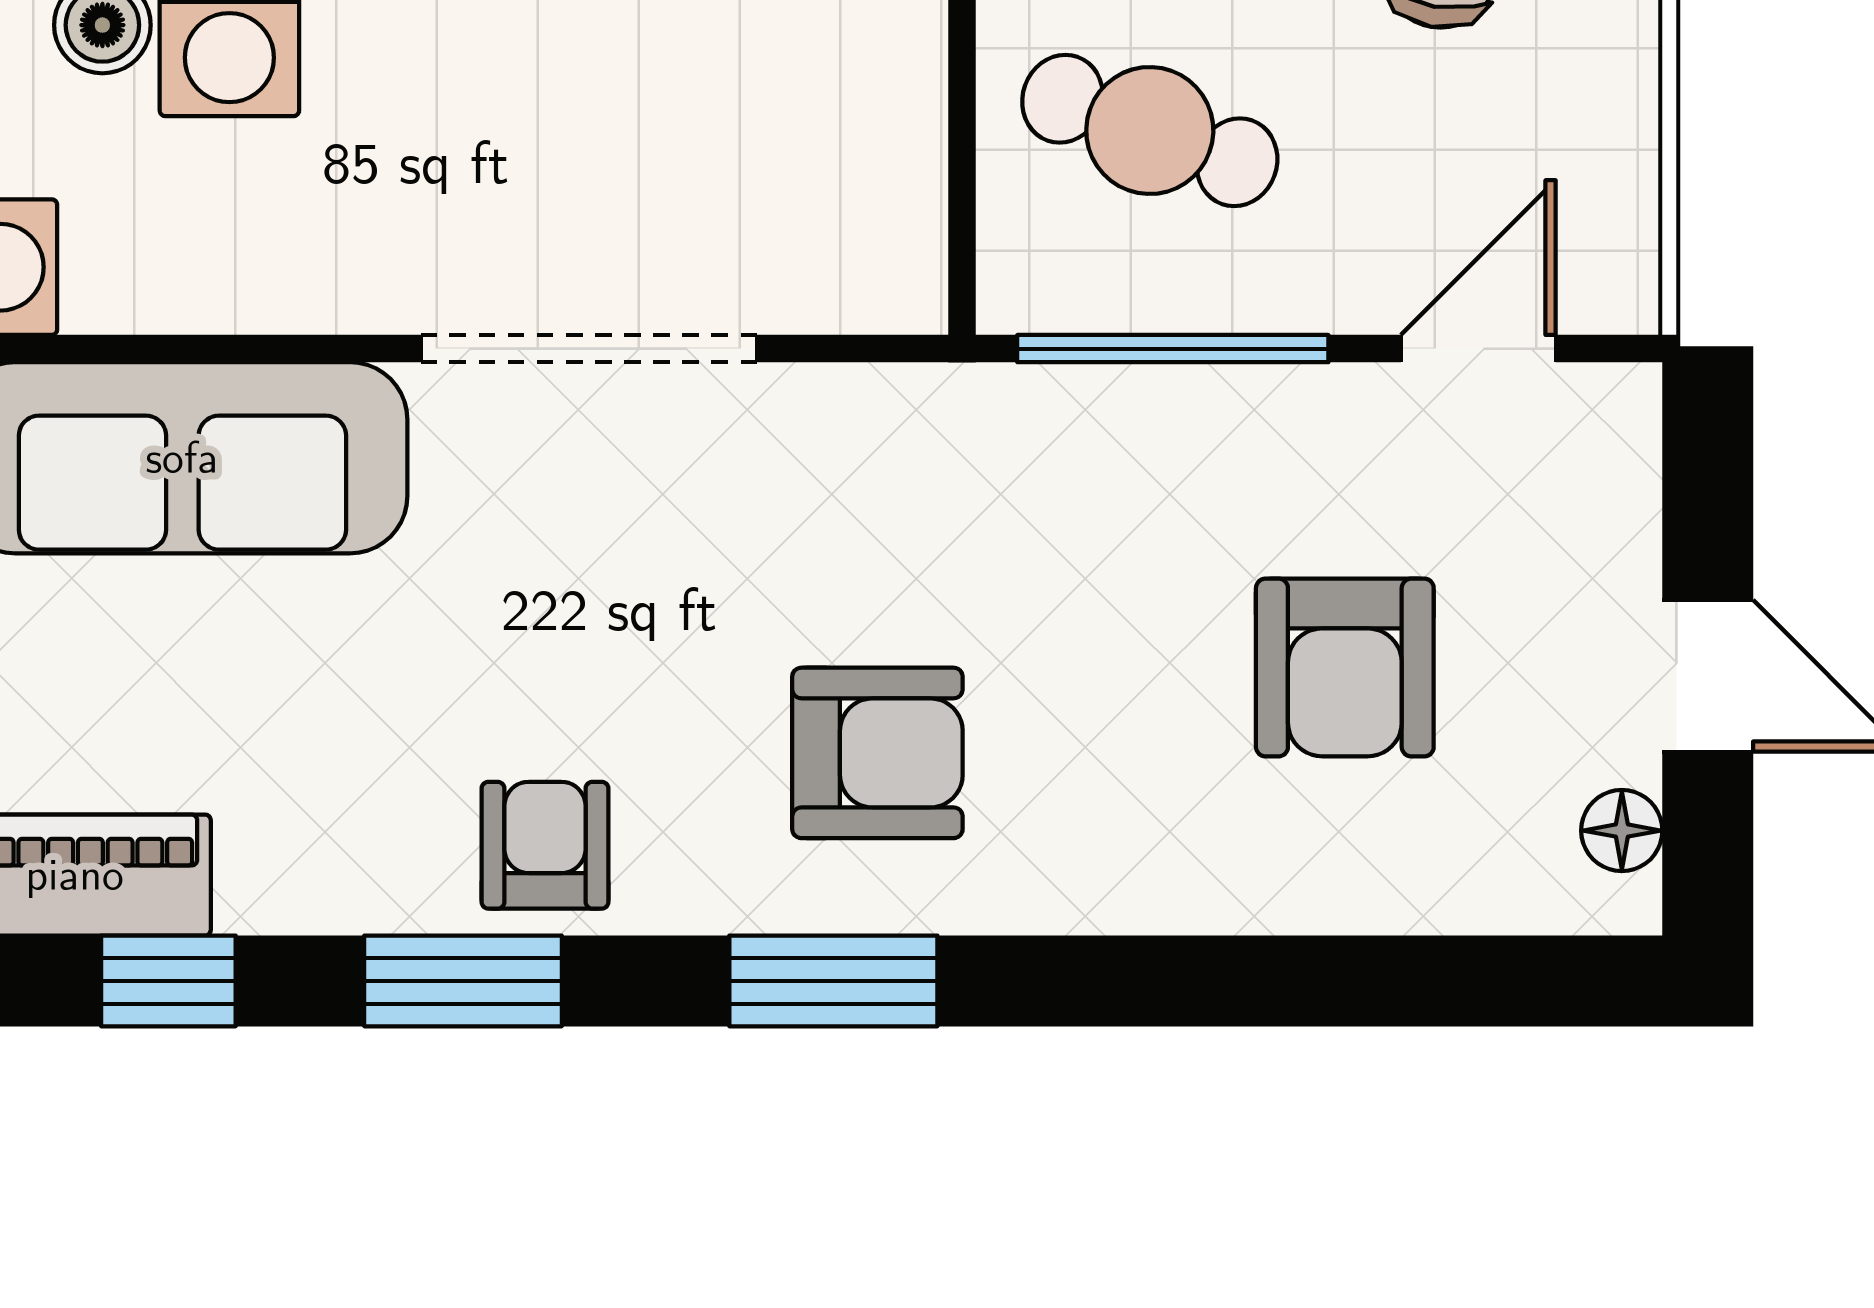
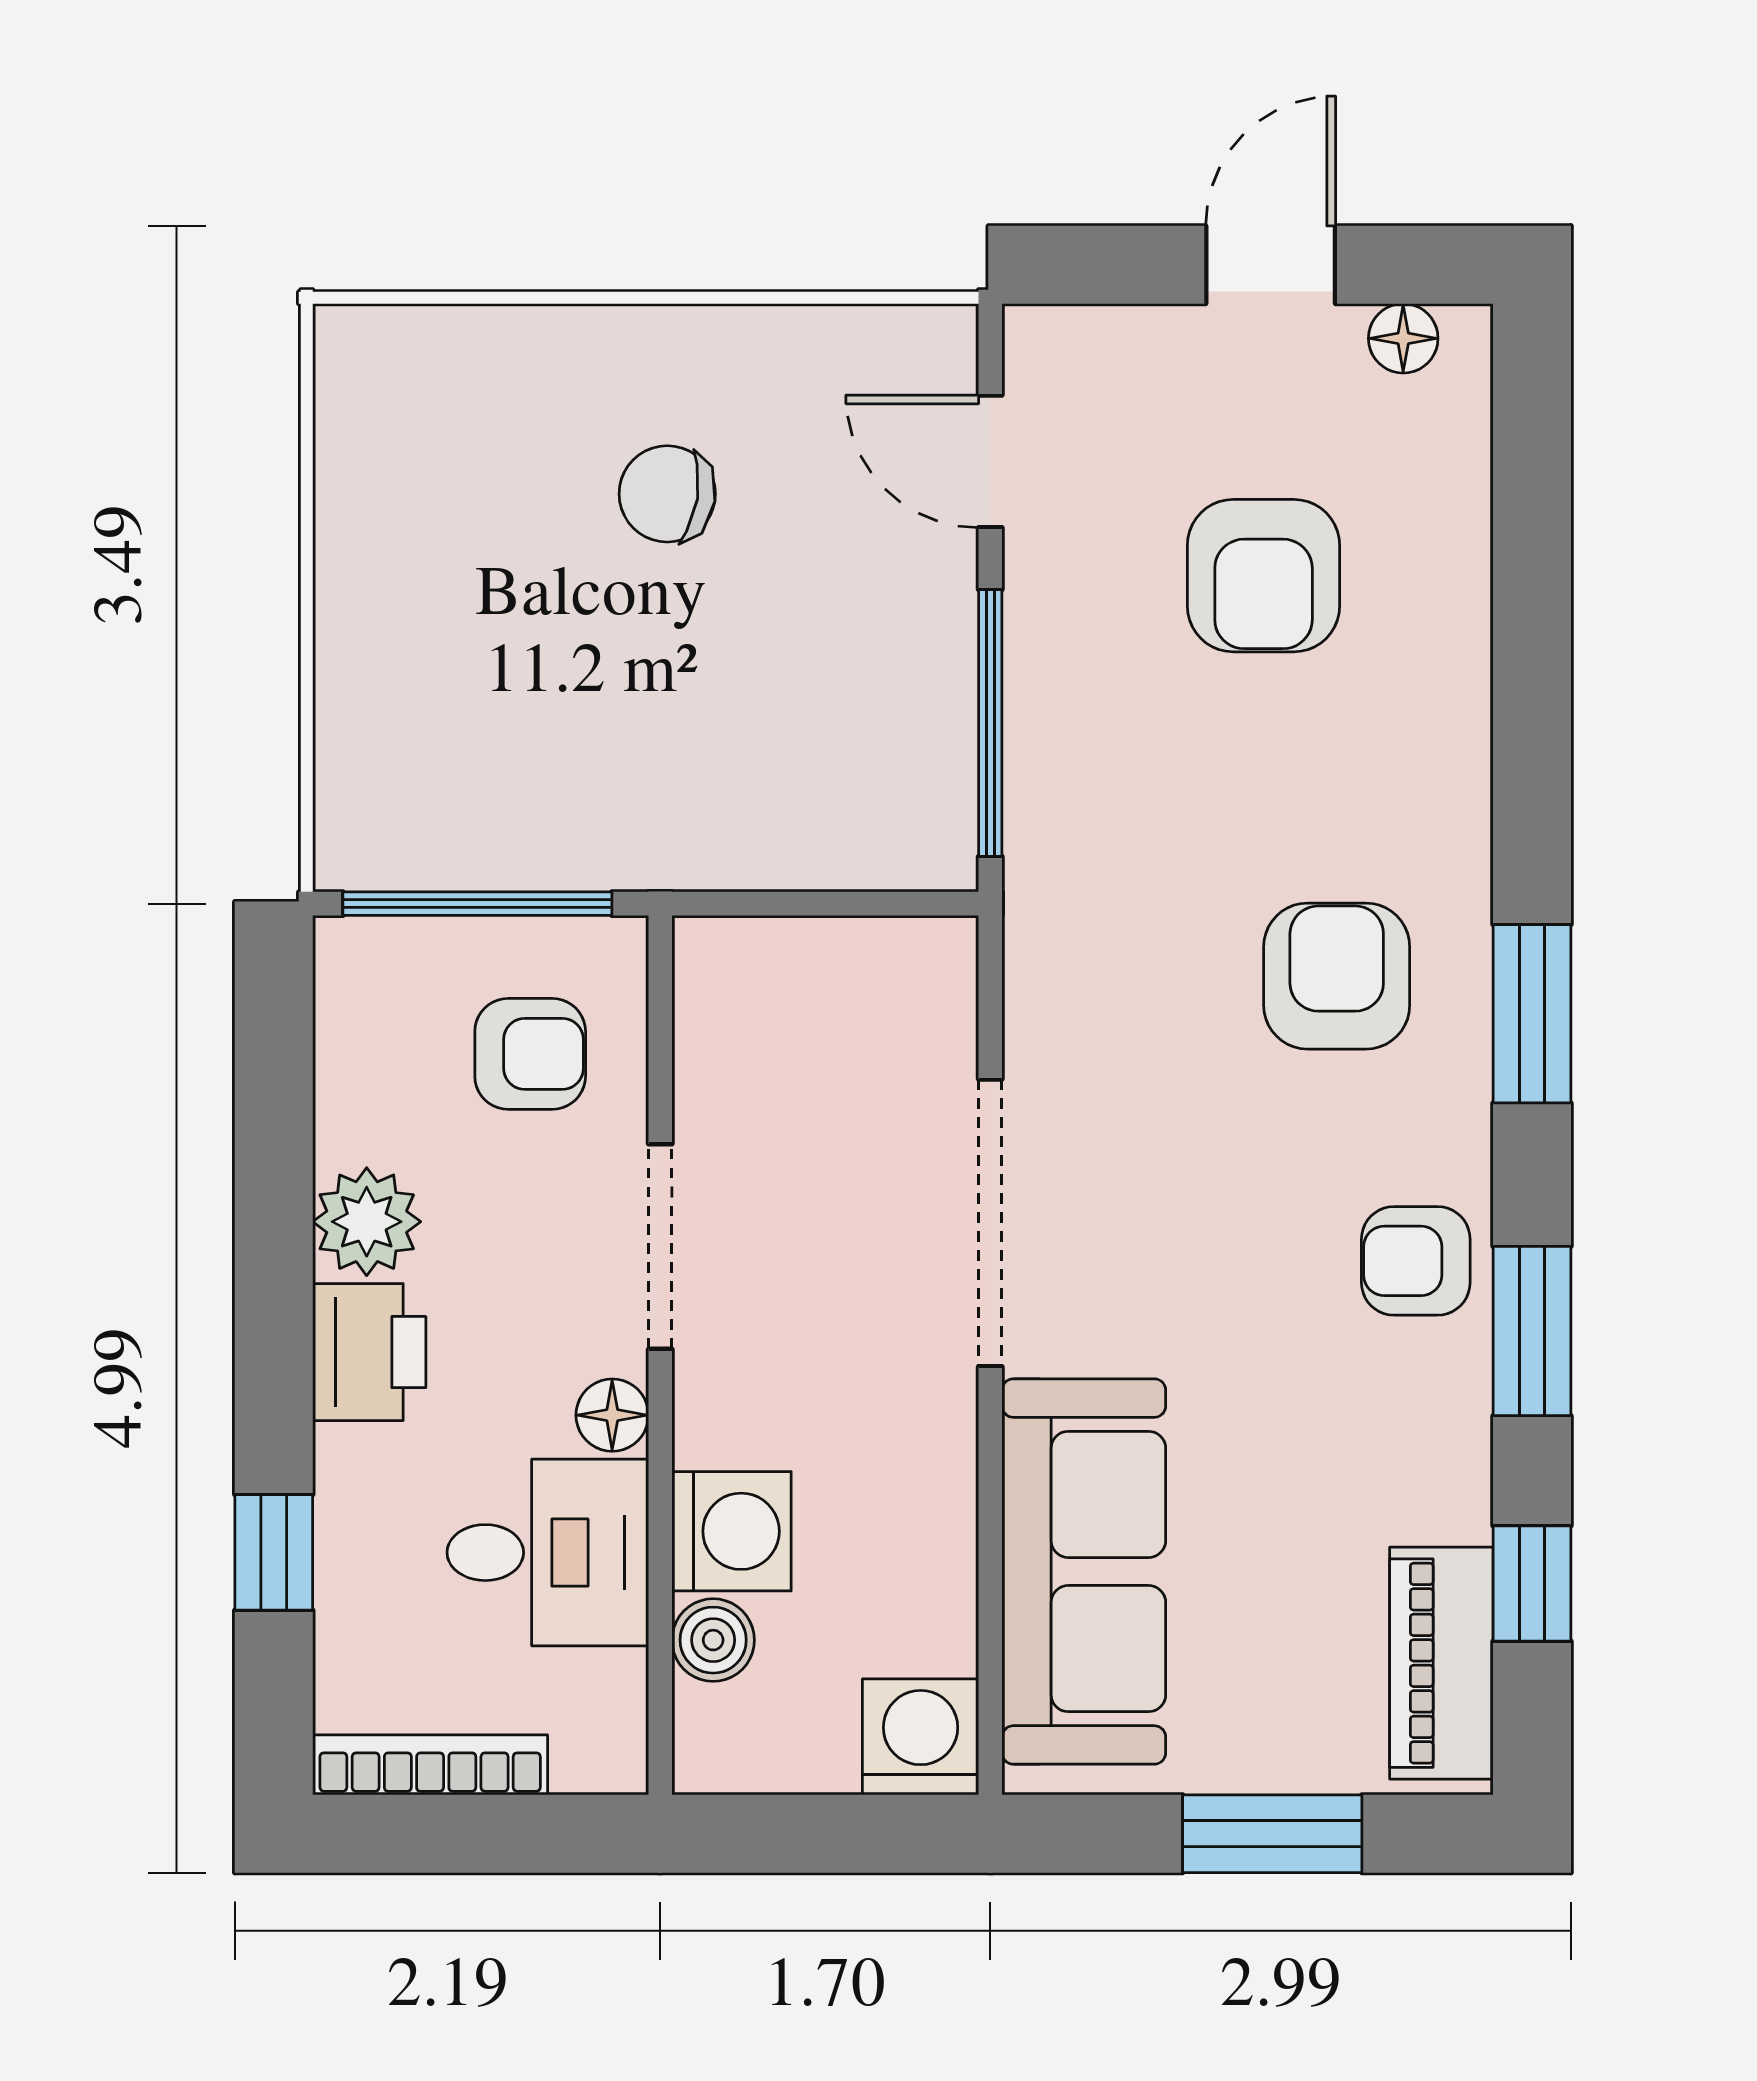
cafe table: (1150, 130) -> (803, 743), removed
armchair: (1345, 668) -> (1264, 576), turned 90

